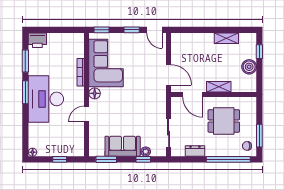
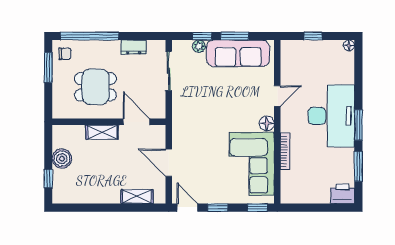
shelving: (226, 38) -> (137, 196), moved
door: (169, 75) -> (169, 163), moved
sofa: (123, 146) -> (238, 53), width x1.36
window: (106, 159) -> (235, 36), moved

